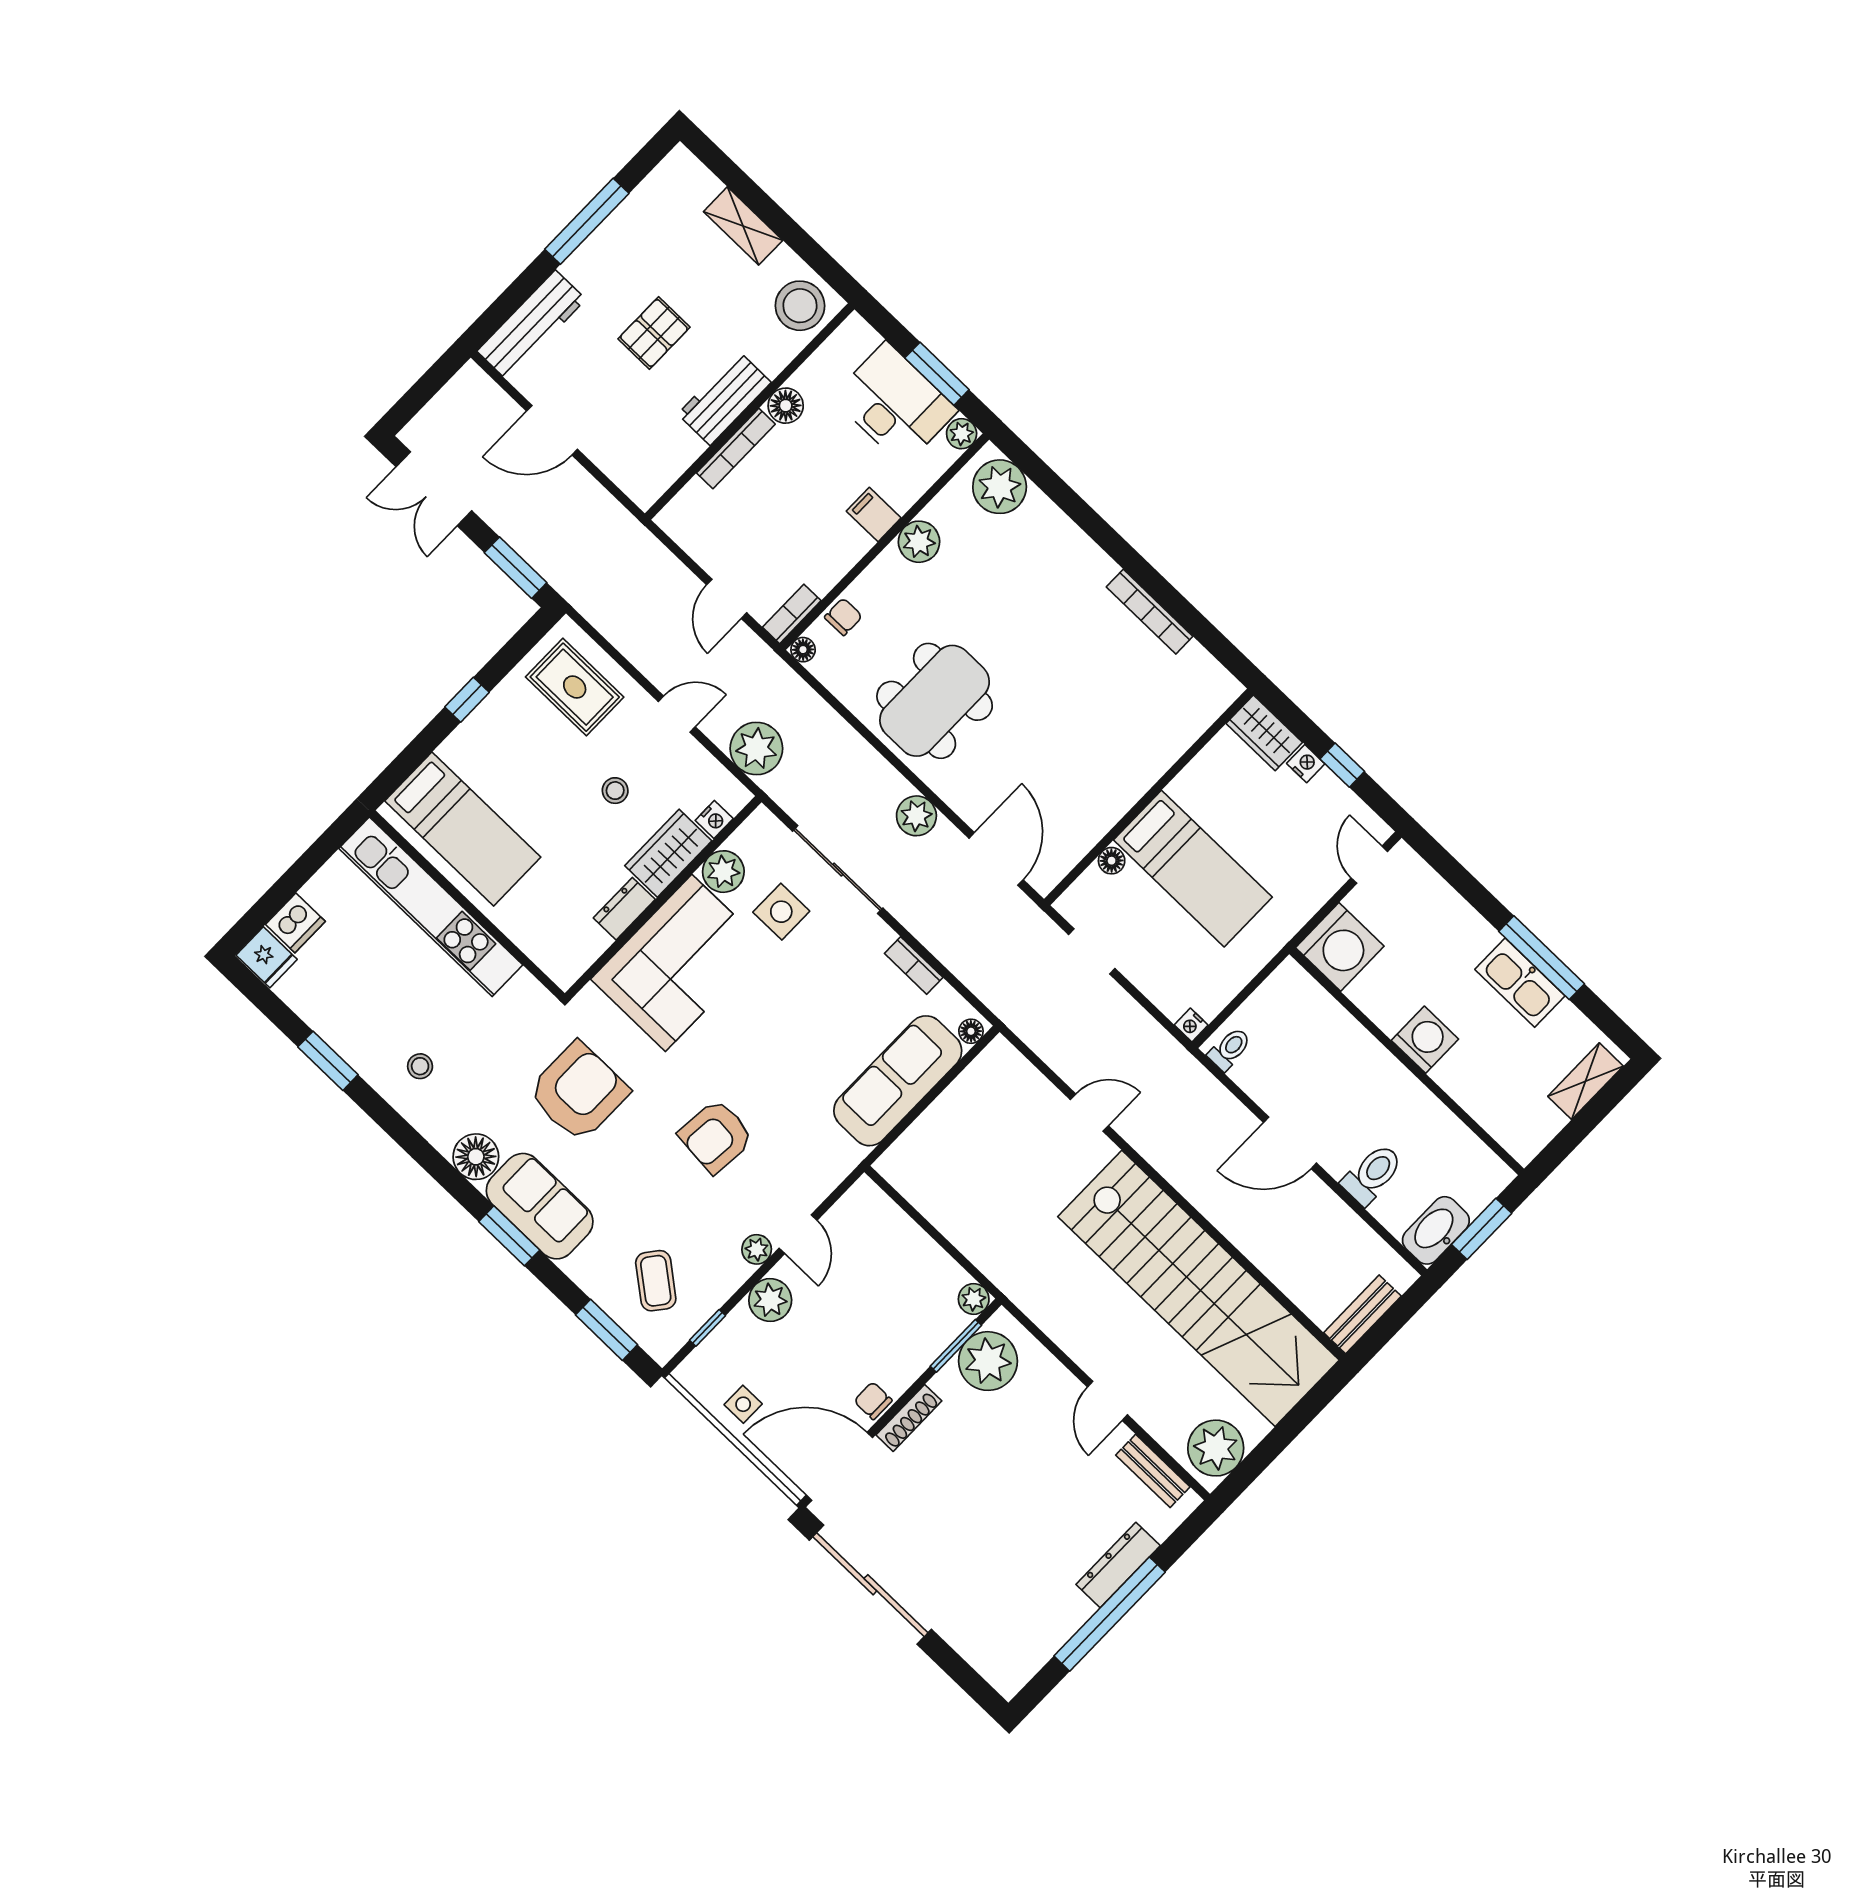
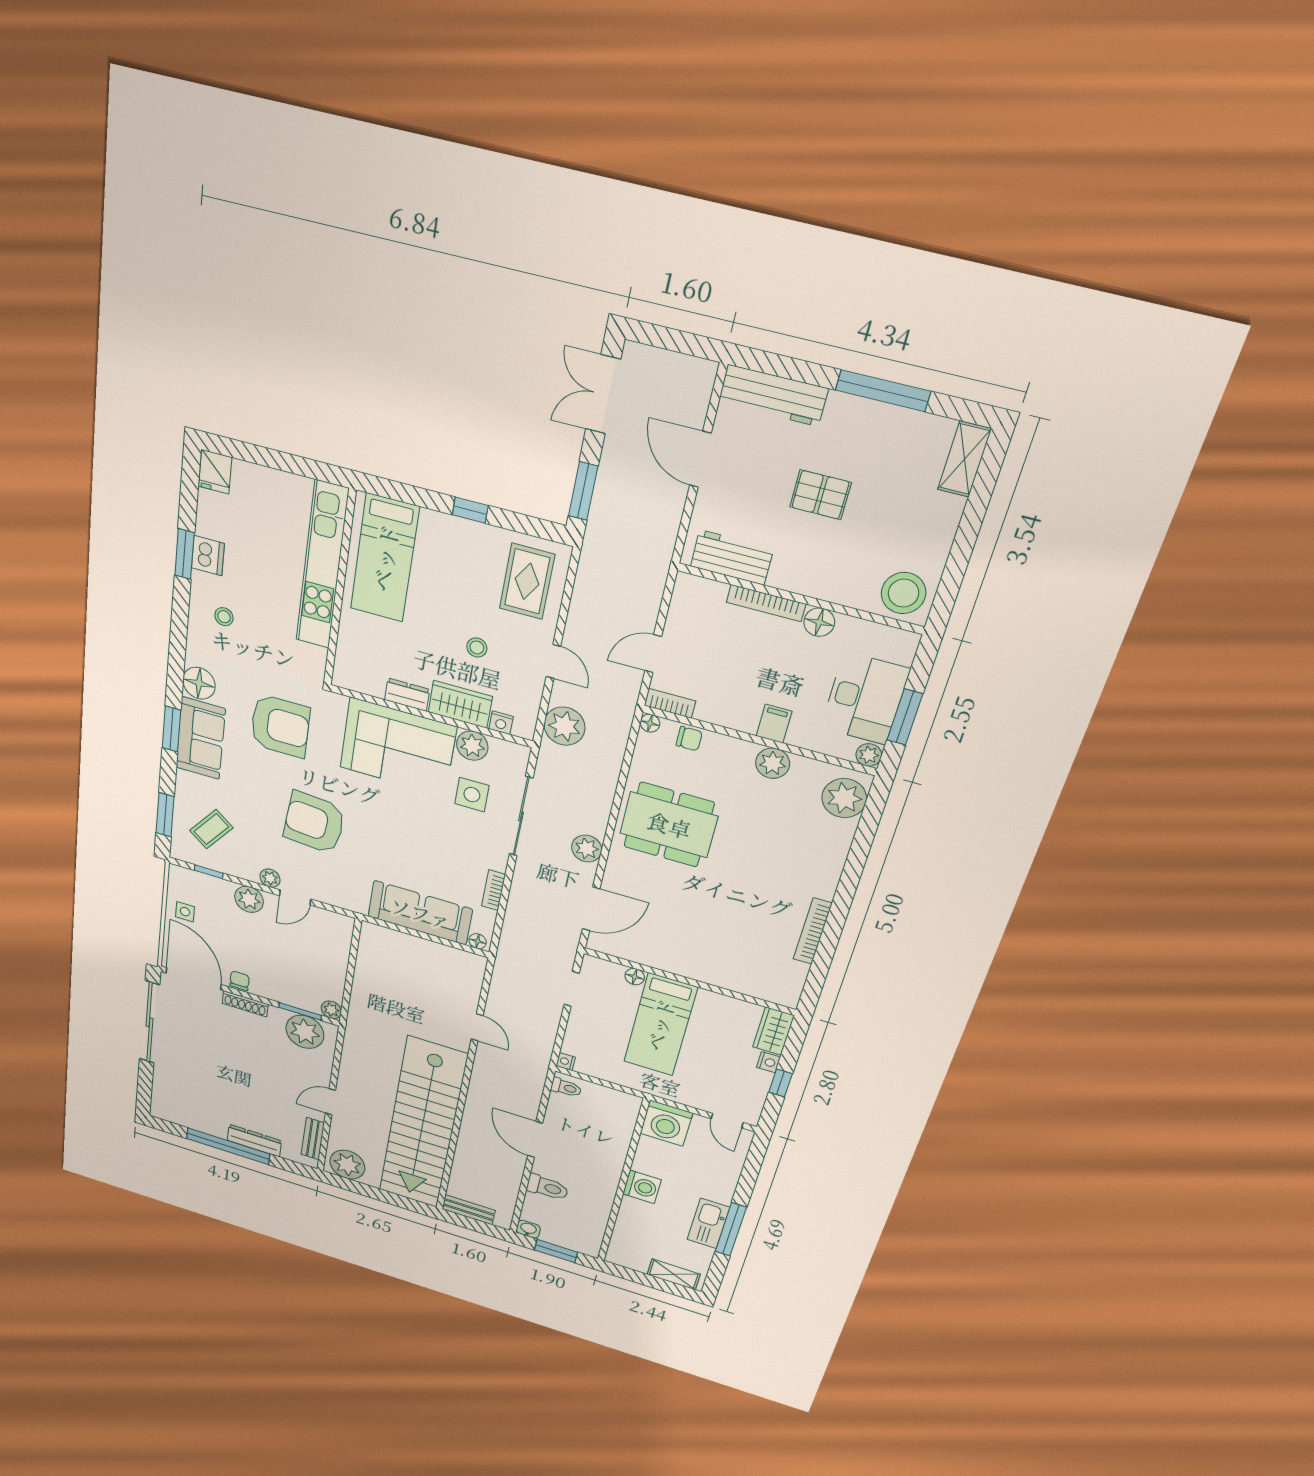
shelving: (743, 226) -> (964, 459), moved
workbench: (724, 398) -> (732, 557), moved
door: (1369, 865) -> (727, 1121), swing flipped
dishwasher: (295, 923) -> (208, 556), moved, turned -90
armchair: (716, 1136) -> (314, 823), width x1.36, depth x1.36
washbasin: (1436, 1230) -> (528, 1229), width x0.52, depth x0.69

